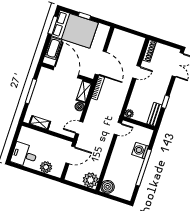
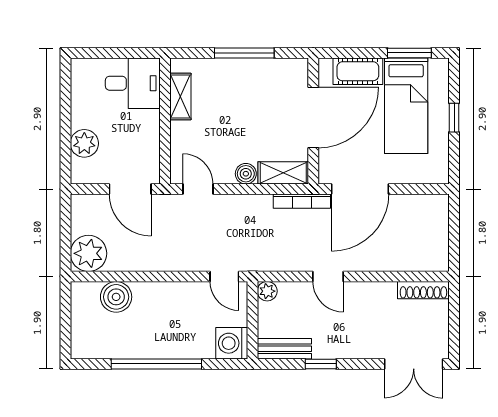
bed: (75, 29) -> (406, 106), width x0.67
door: (136, 72) -> (328, 276), moved
washing machine: (140, 150) -> (232, 343), moved, turned -90
desk: (24, 155) -> (133, 83), moved, turned 90
boiler: (108, 187) -> (116, 297), moved

